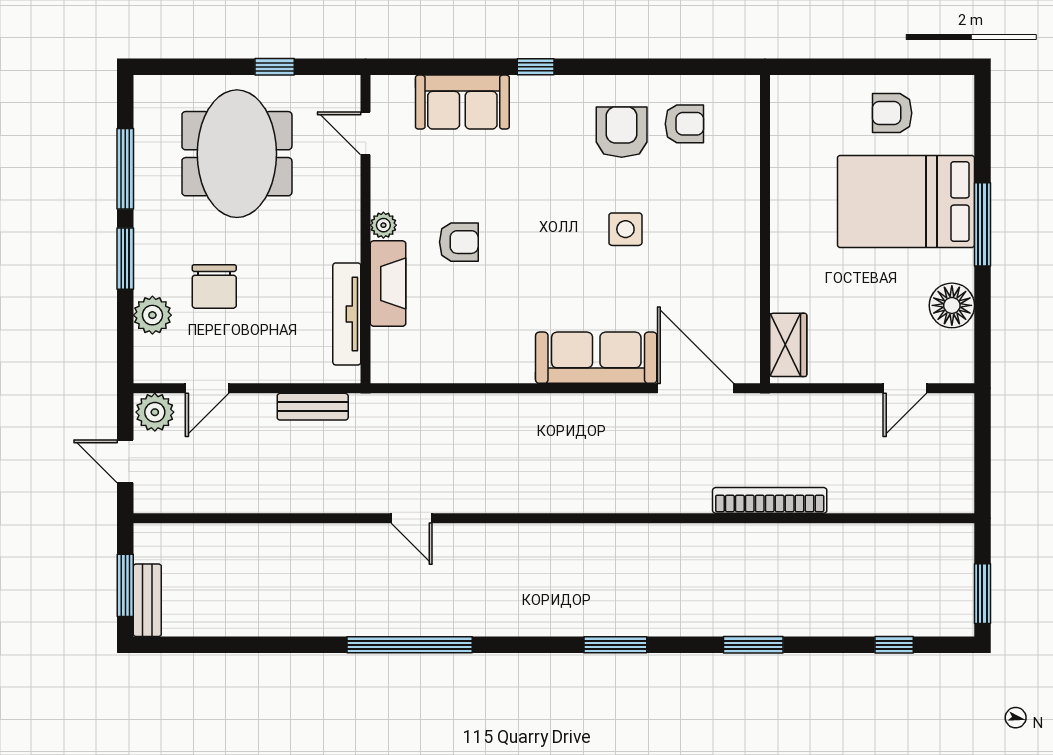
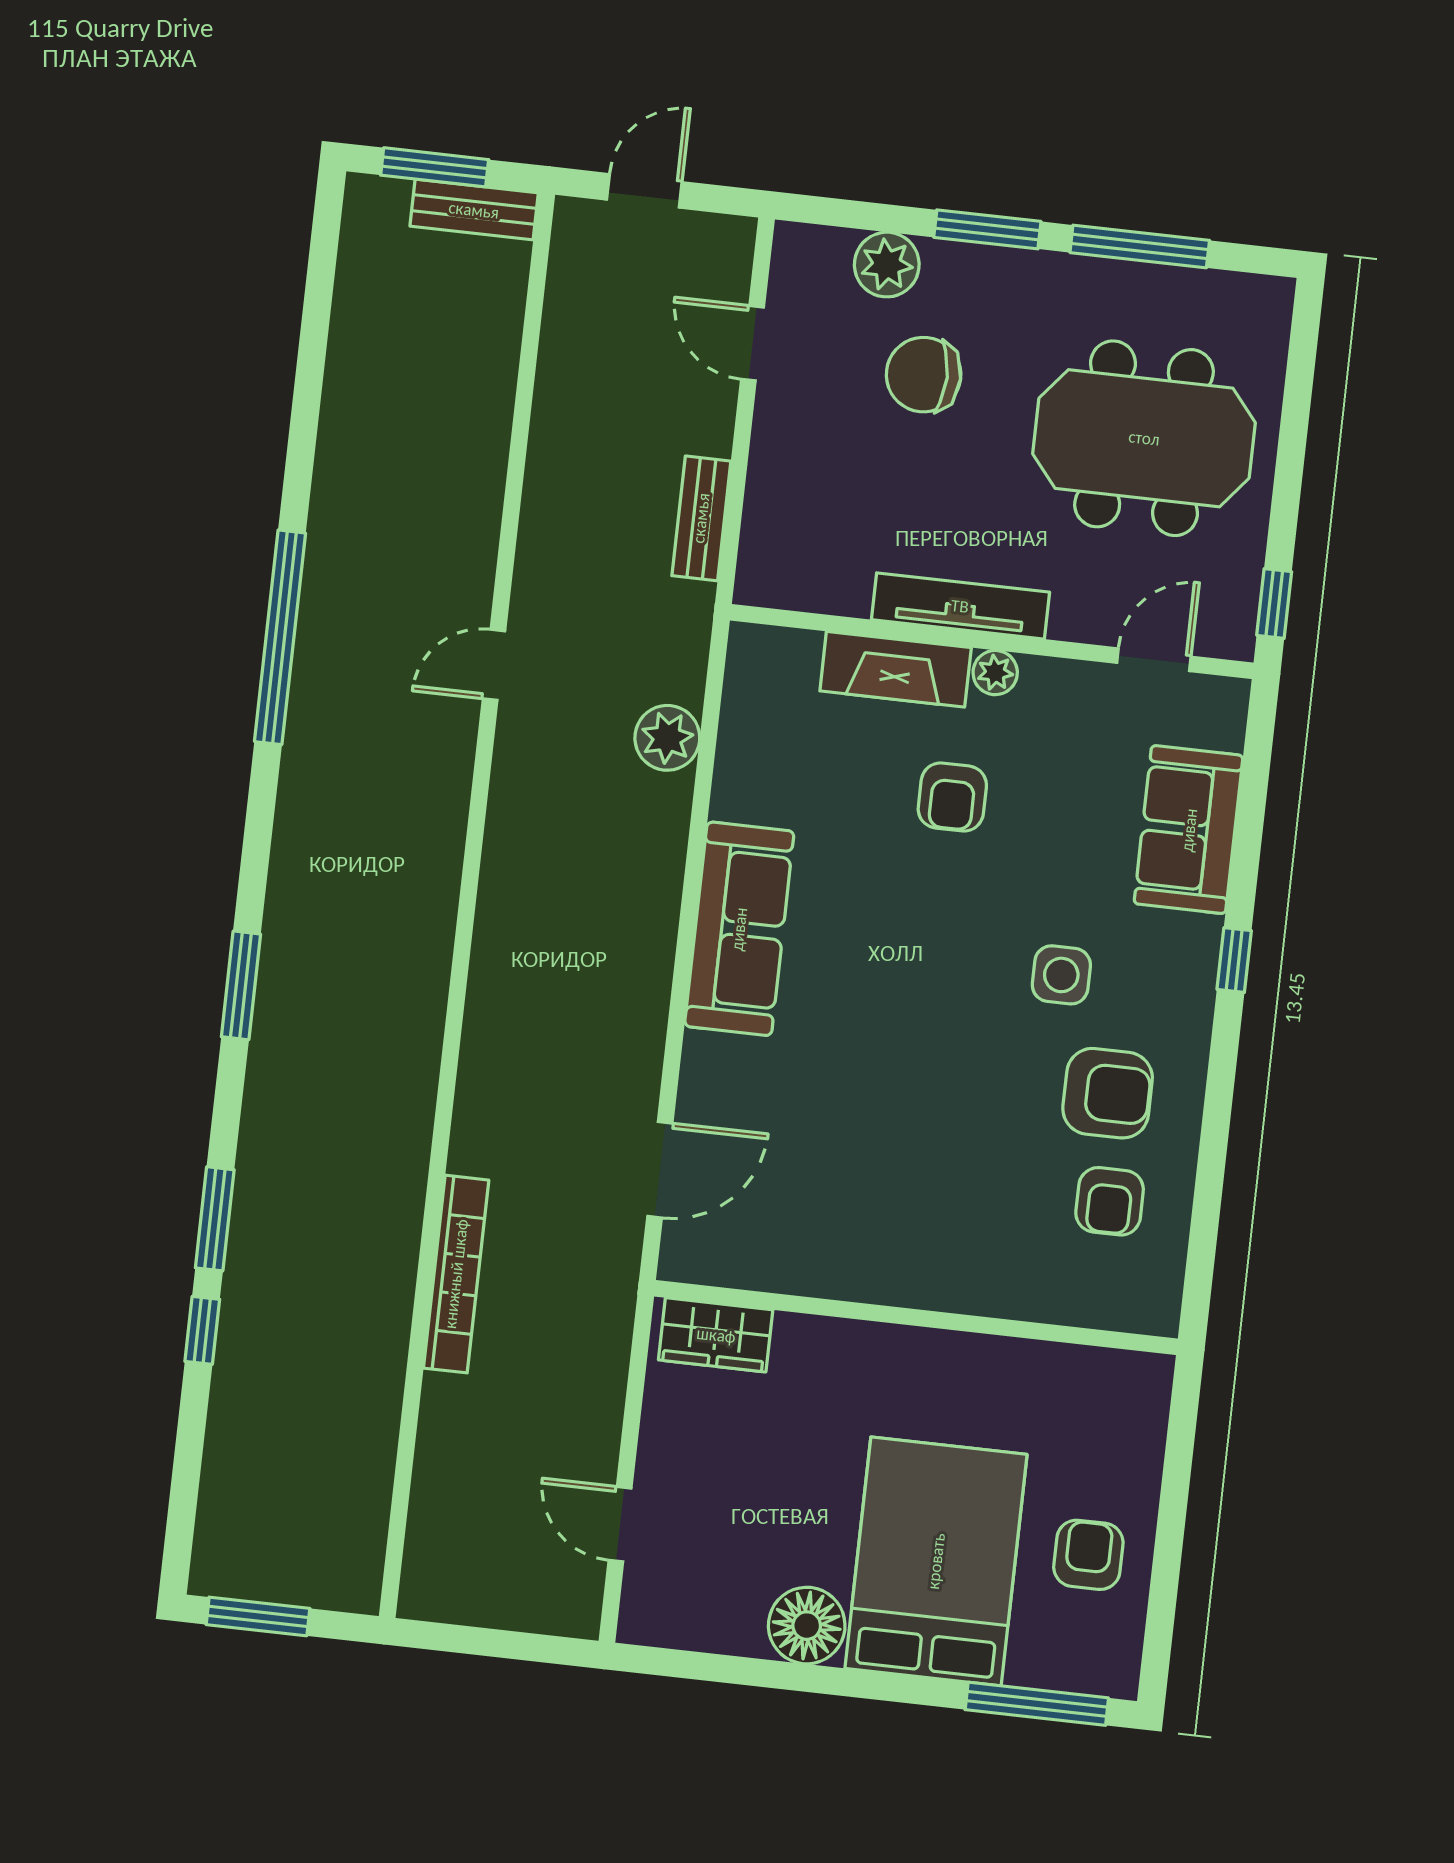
window: (275, 67) -> (1274, 604), moved
window: (982, 224) -> (1037, 1704), moved
side table: (625, 229) -> (1061, 975), moved
floor lamp: (952, 305) -> (807, 1626), moved
tv unit: (347, 314) -> (960, 606), moved
sofa: (596, 358) -> (739, 929), moved
door: (695, 388) -> (660, 1170), width x0.73
plant: (155, 412) -> (667, 738), moved
bench: (147, 600) -> (474, 210), moved
window: (894, 645) -> (202, 1330), moved

